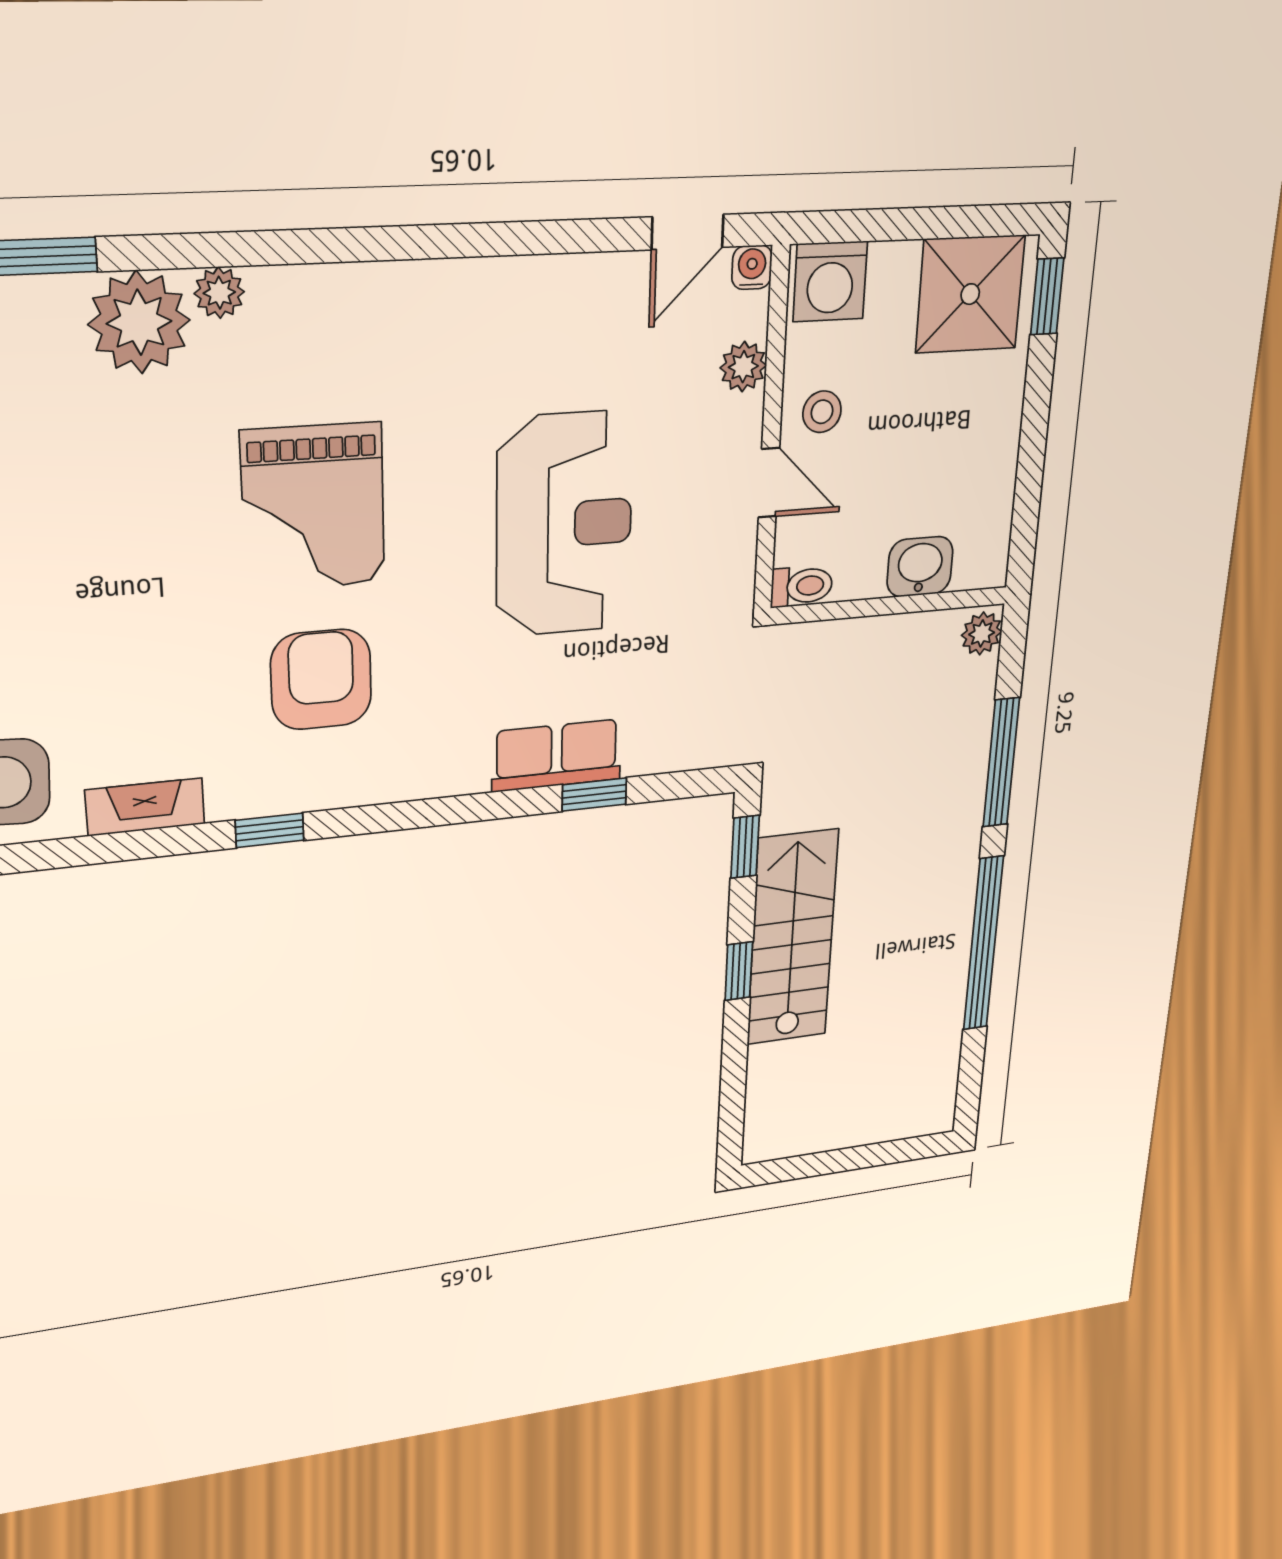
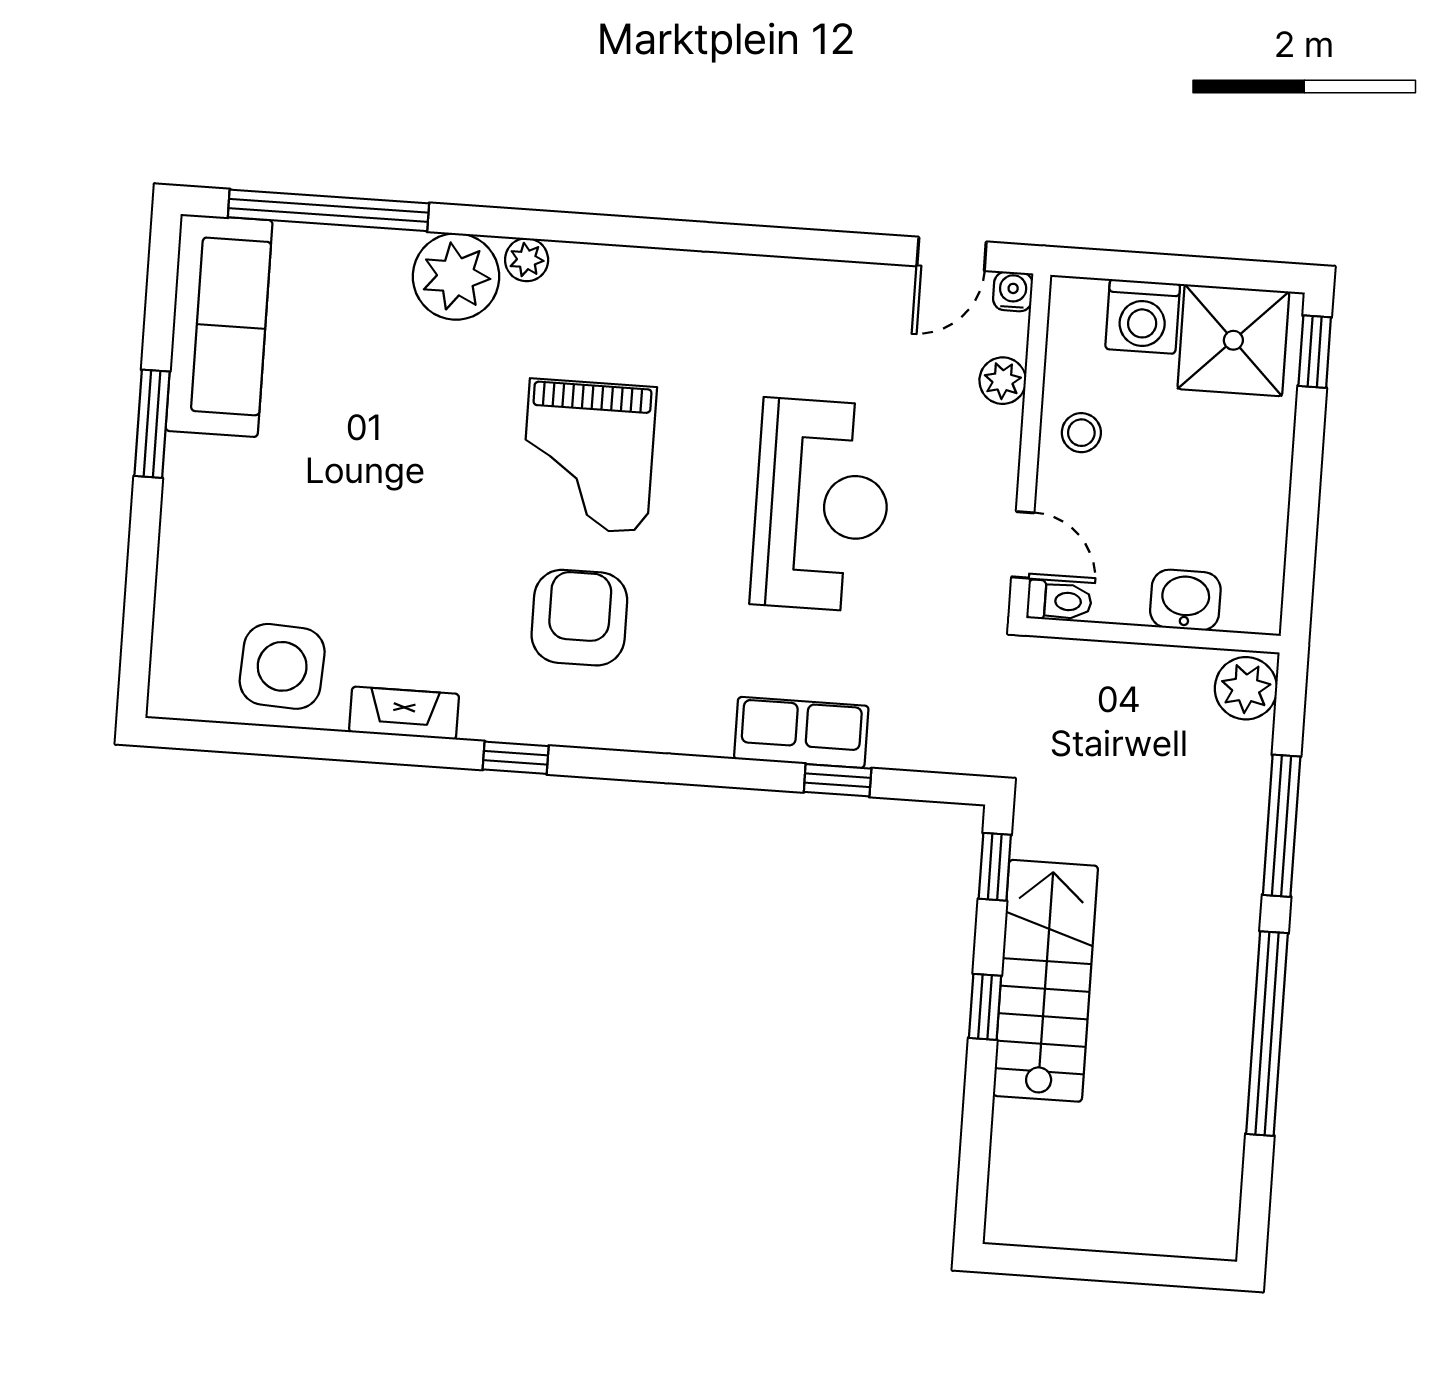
washing machine: (830, 282) -> (1143, 316), moved
door: (769, 483) -> (1023, 545), moved
plant: (982, 633) -> (1246, 688), width x1.38, depth x1.38

